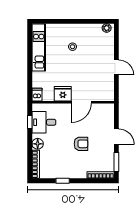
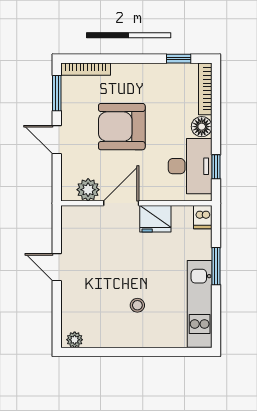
window: (30, 68) -> (216, 266), added
plant: (99, 109) -> (88, 190), added
desk: (44, 122) -> (190, 166), width x1.37
armchair: (81, 144) -> (122, 127), width x1.88, depth x1.88
window: (63, 181) -> (179, 59), moved

